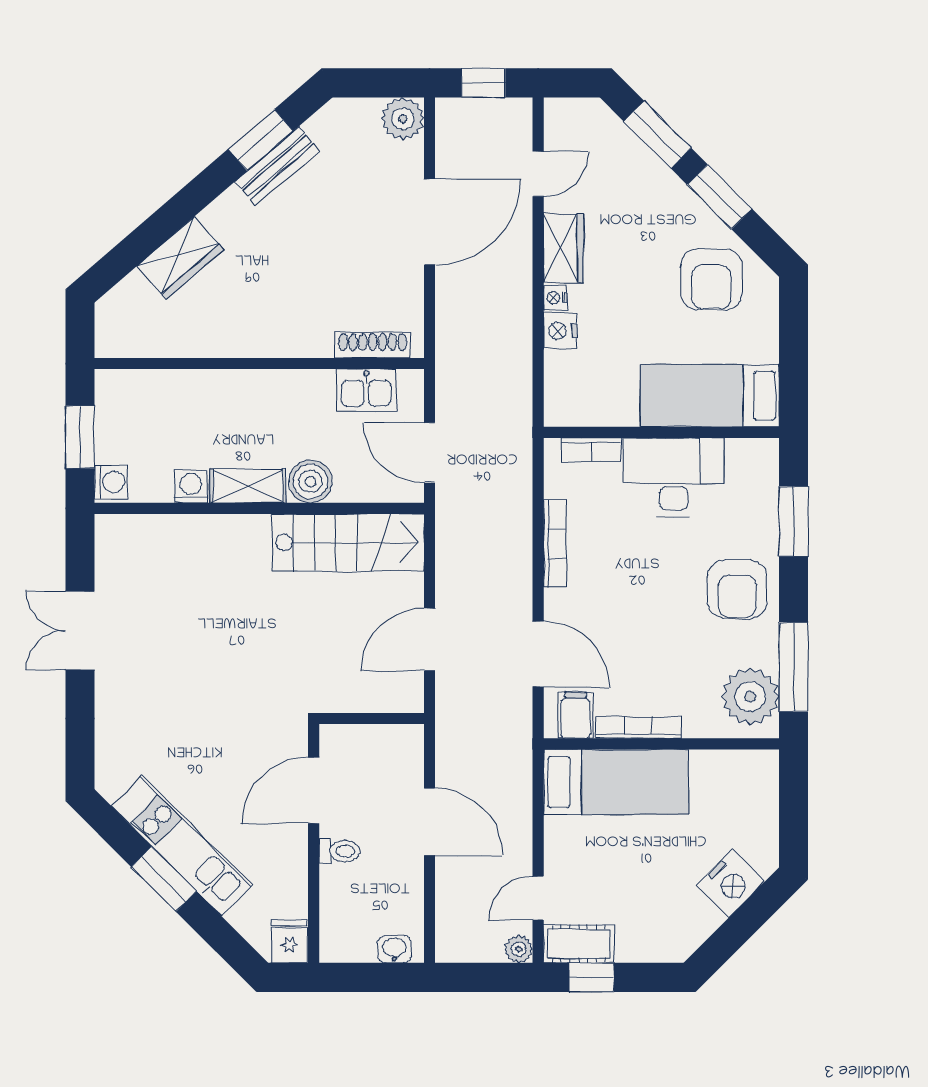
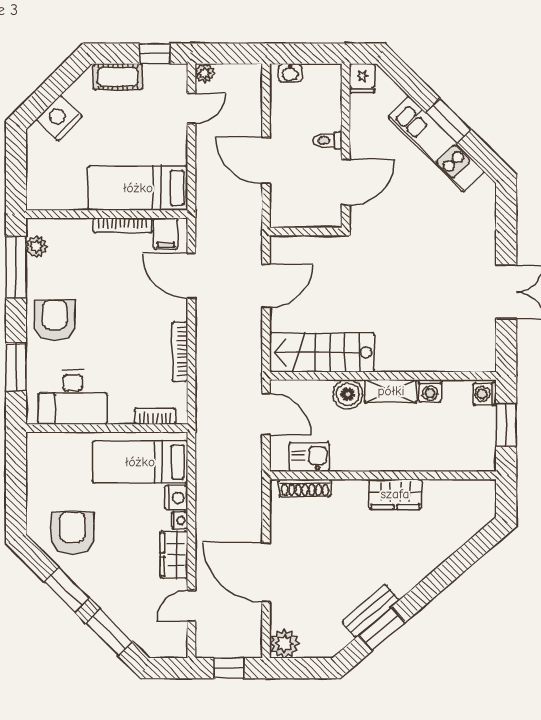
door: (430, 222) -> (266, 573), hinge flipped
wardrobe: (180, 258) -> (395, 494), moved, turned -139
bed: (710, 396) -> (140, 462), moved, turned 180
desk: (674, 477) -> (73, 397), moved
plant: (750, 697) -> (36, 247), width x0.53, depth x0.53
cot: (579, 944) -> (118, 77), moved

